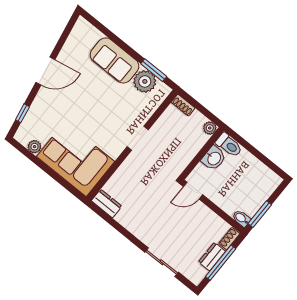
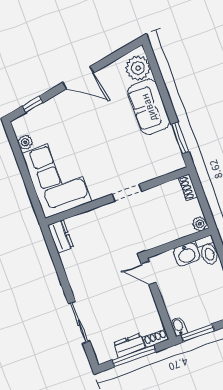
plant: (145, 81) -> (138, 68), moved

